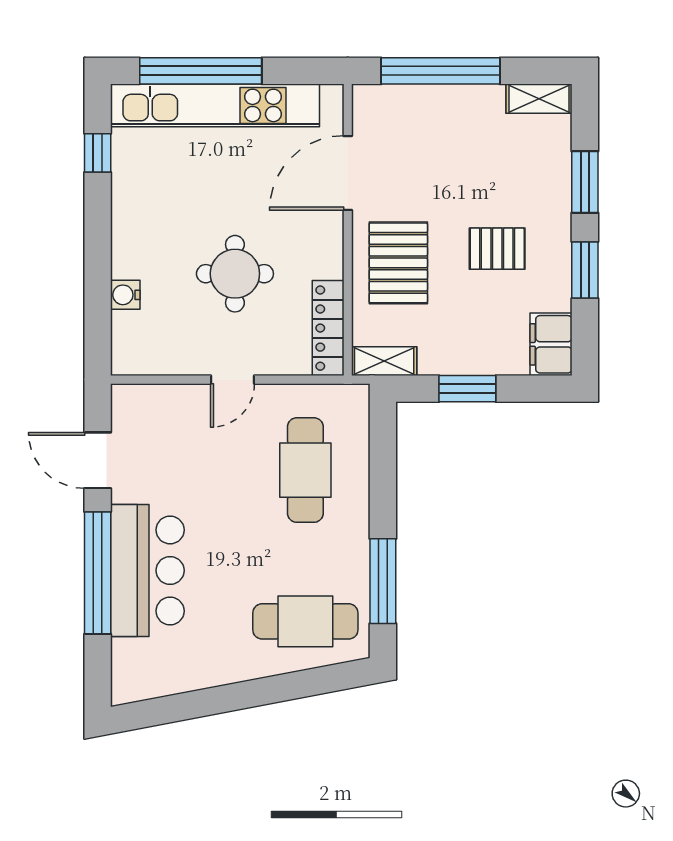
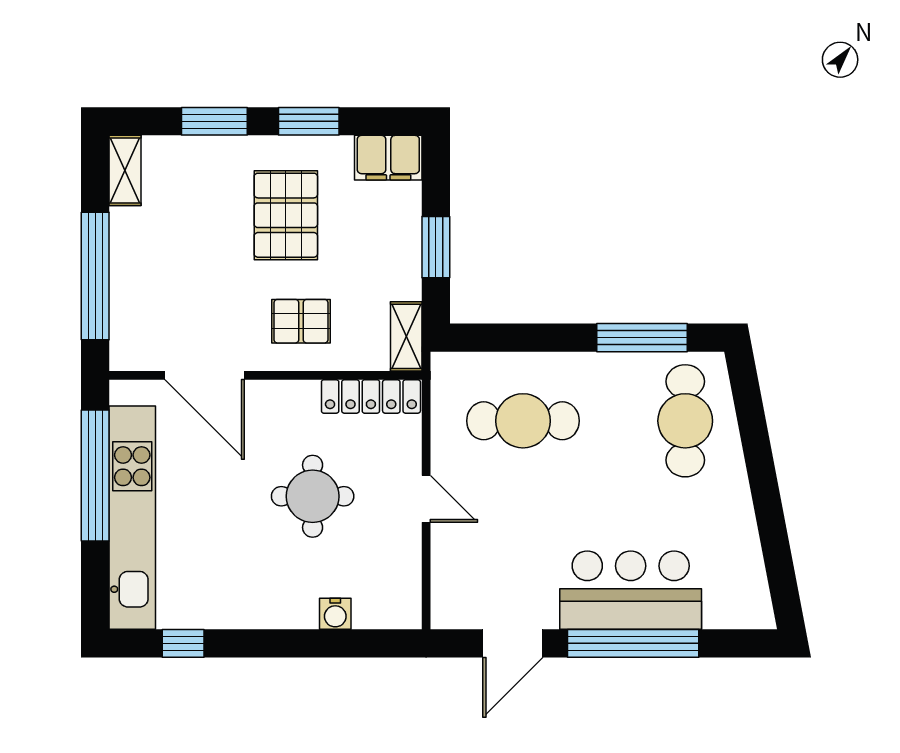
window: (201, 71) -> (95, 476), moved
pallet: (497, 249) -> (286, 215), width x1.50, depth x1.42
pallet: (398, 263) -> (301, 321), width x0.67, depth x0.71

